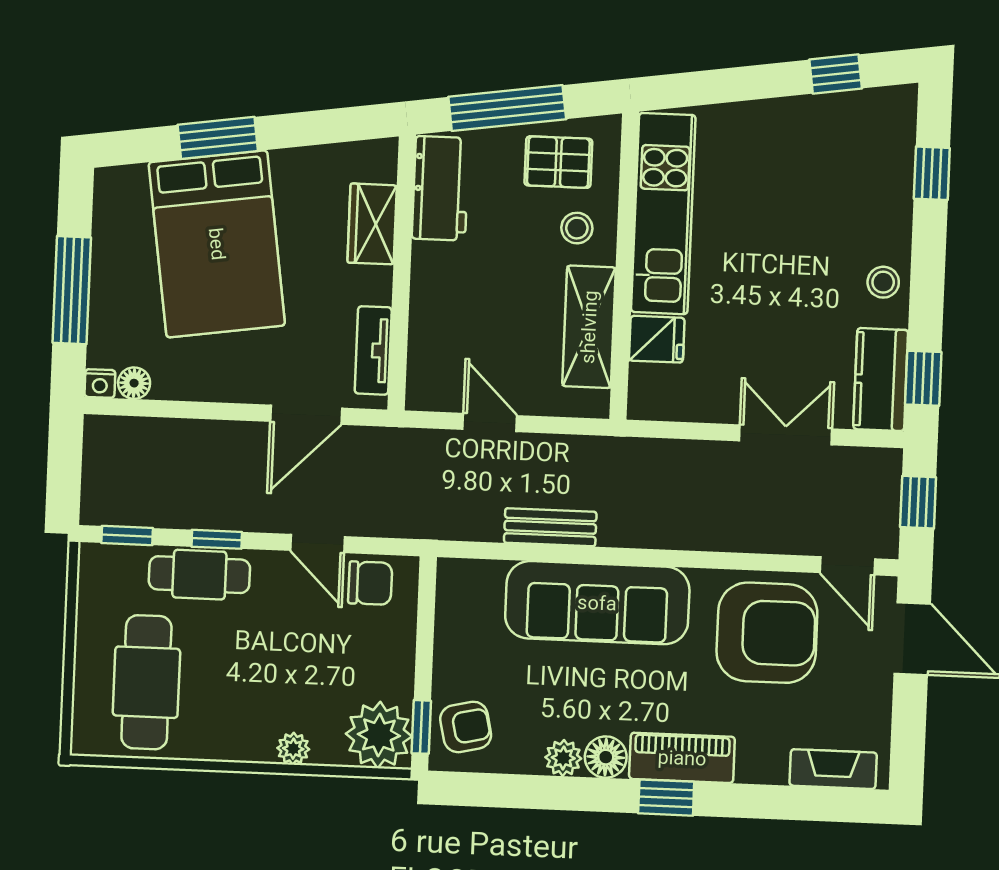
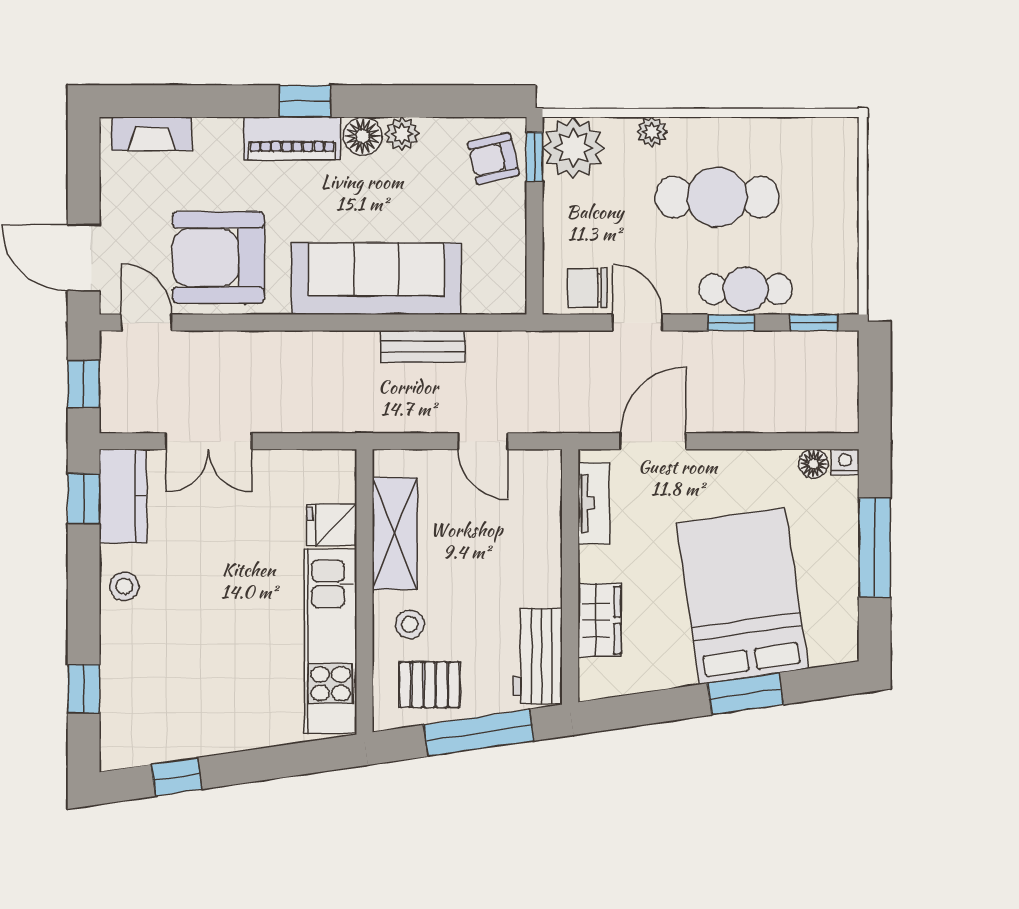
cafe table: (146, 682) -> (717, 197), moved, turned 90

